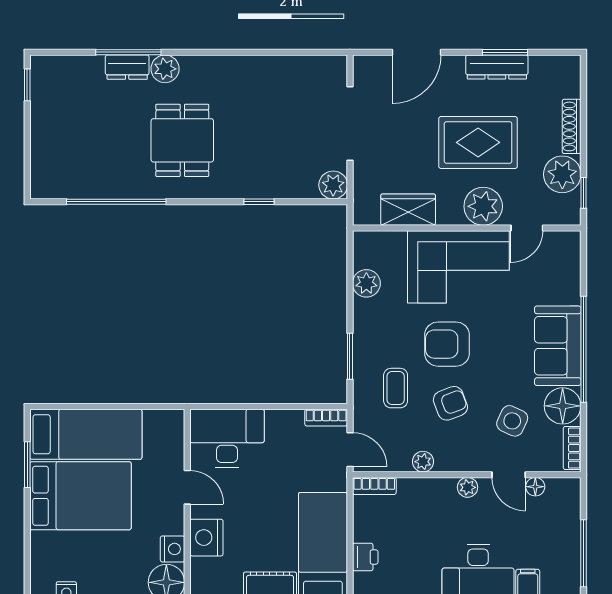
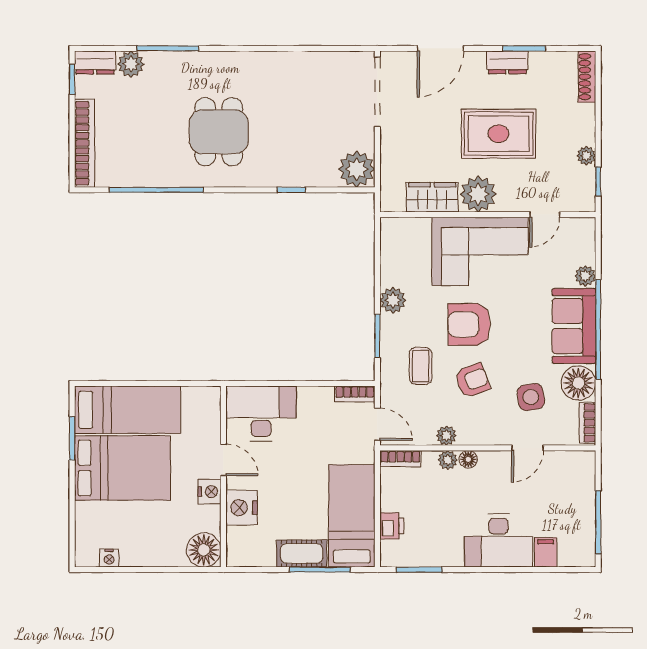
dresser: (127, 67) -> (95, 62), moved
dresser: (497, 67) -> (507, 62), width x0.70
plant: (165, 69) -> (131, 64), moved
doorway: (350, 123) -> (377, 92), moved
shoe rack: (572, 126) -> (587, 77), moved
bookcase: (40, 152) -> (85, 143), added
plant: (562, 174) -> (586, 156), width x0.53, depth x0.53
plant: (333, 185) -> (357, 169), width x1.36, depth x1.36
plant: (483, 206) -> (478, 194), moved
plant: (366, 283) -> (393, 300), moved
plant: (570, 293) -> (585, 276), added
side table: (512, 421) -> (531, 397), turned -34
door: (509, 475) -> (527, 448), hinge flipped
plant: (468, 487) -> (448, 460), moved
floor lamp: (535, 487) -> (468, 459), moved
nightstand: (173, 549) -> (210, 492), moved

